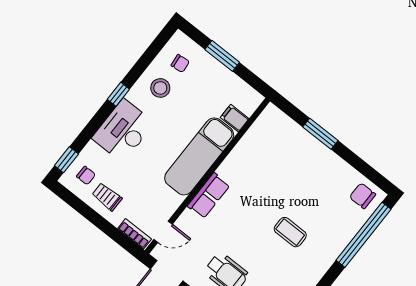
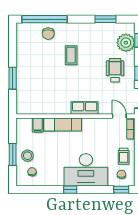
stool: (160, 88) -> (27, 156), moved
desk: (123, 131) -> (86, 170), width x1.36, depth x1.30
exam couch: (199, 156) -> (63, 124), width x0.73, depth x0.69
chair: (363, 196) -> (48, 34), moved

